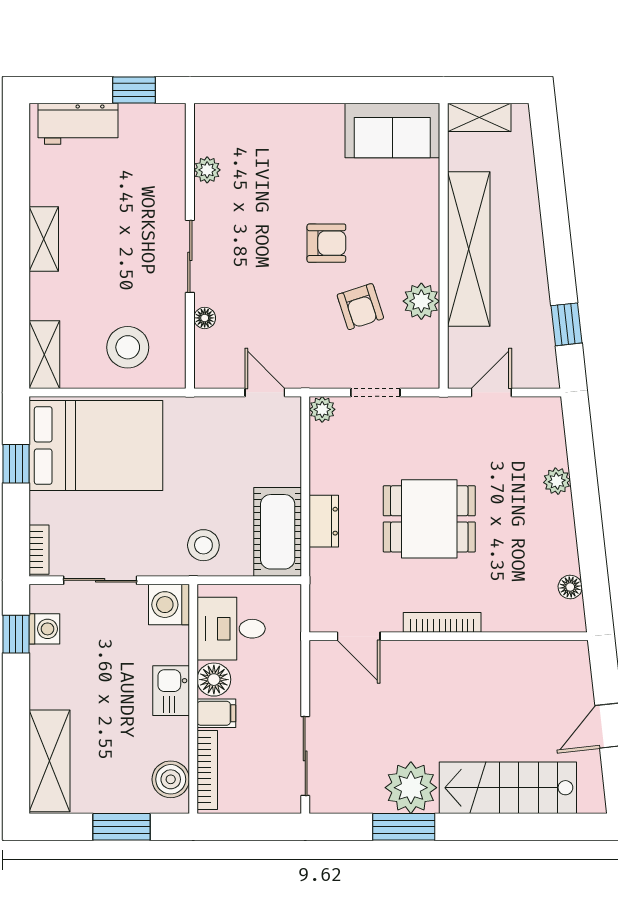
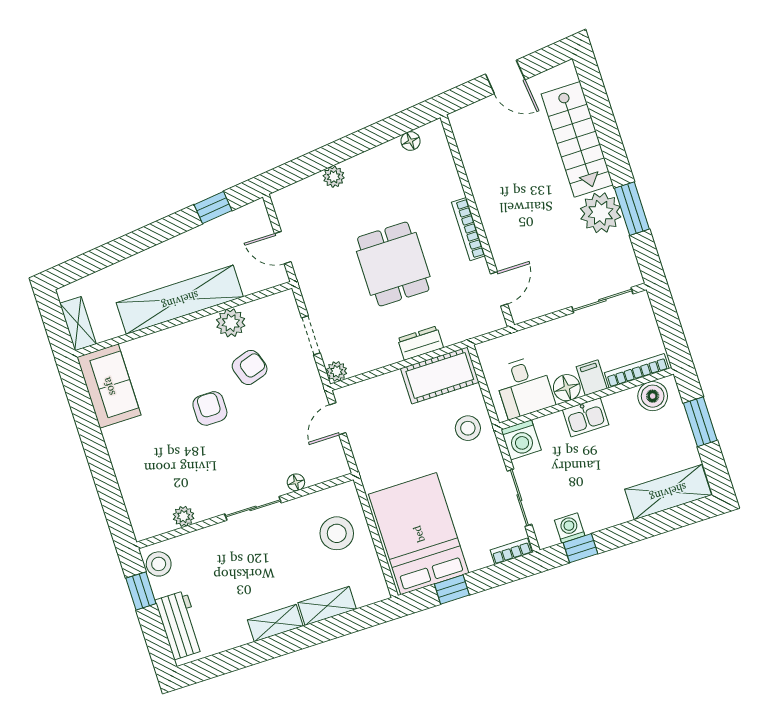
stool: (160, 122) -> (159, 564), added
shelving: (44, 355) -> (327, 606), moved

